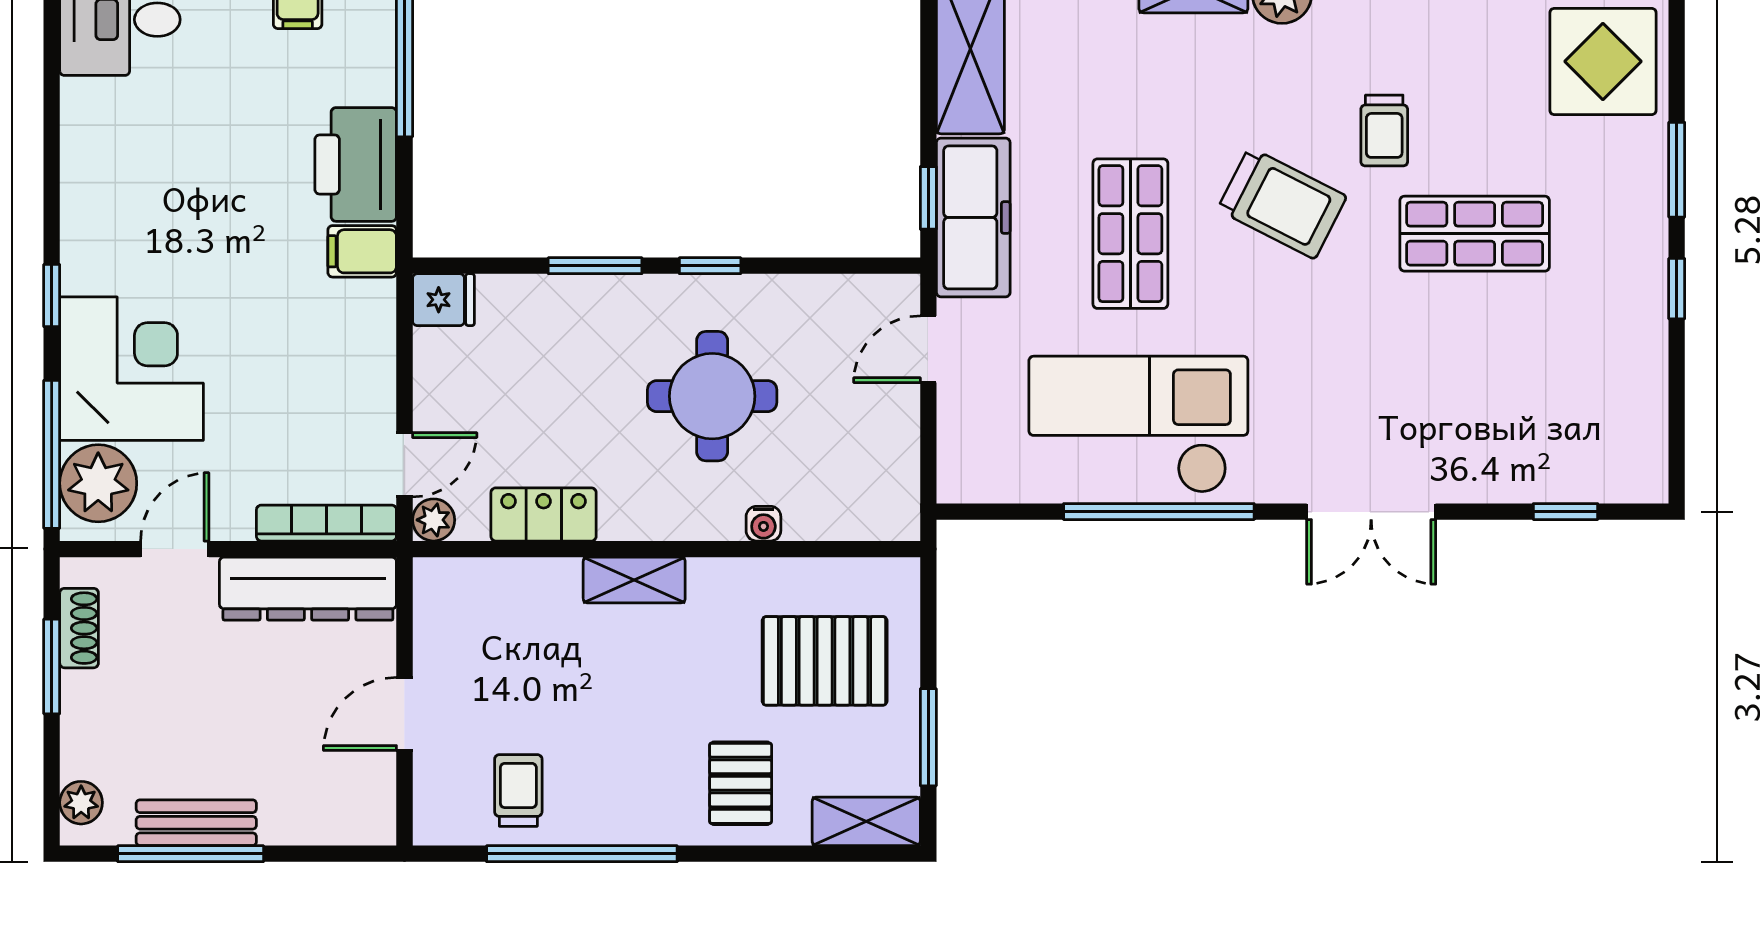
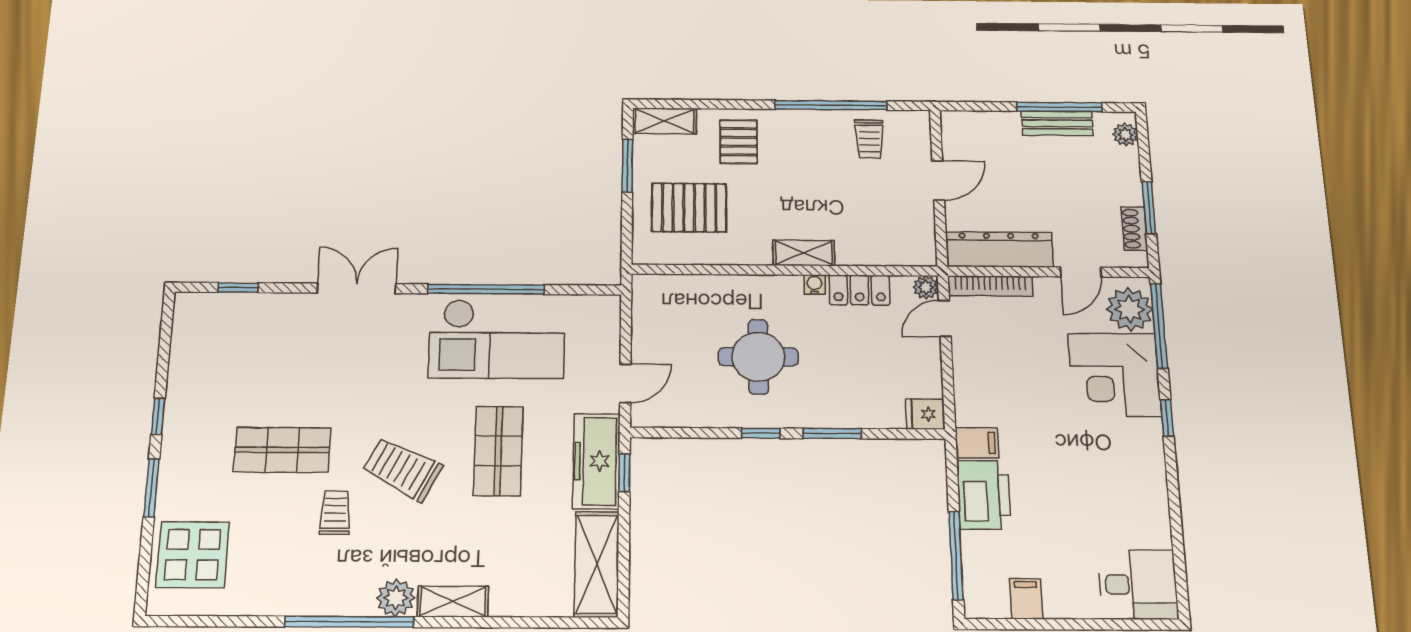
water cooler: (763, 524) -> (814, 285), moved

